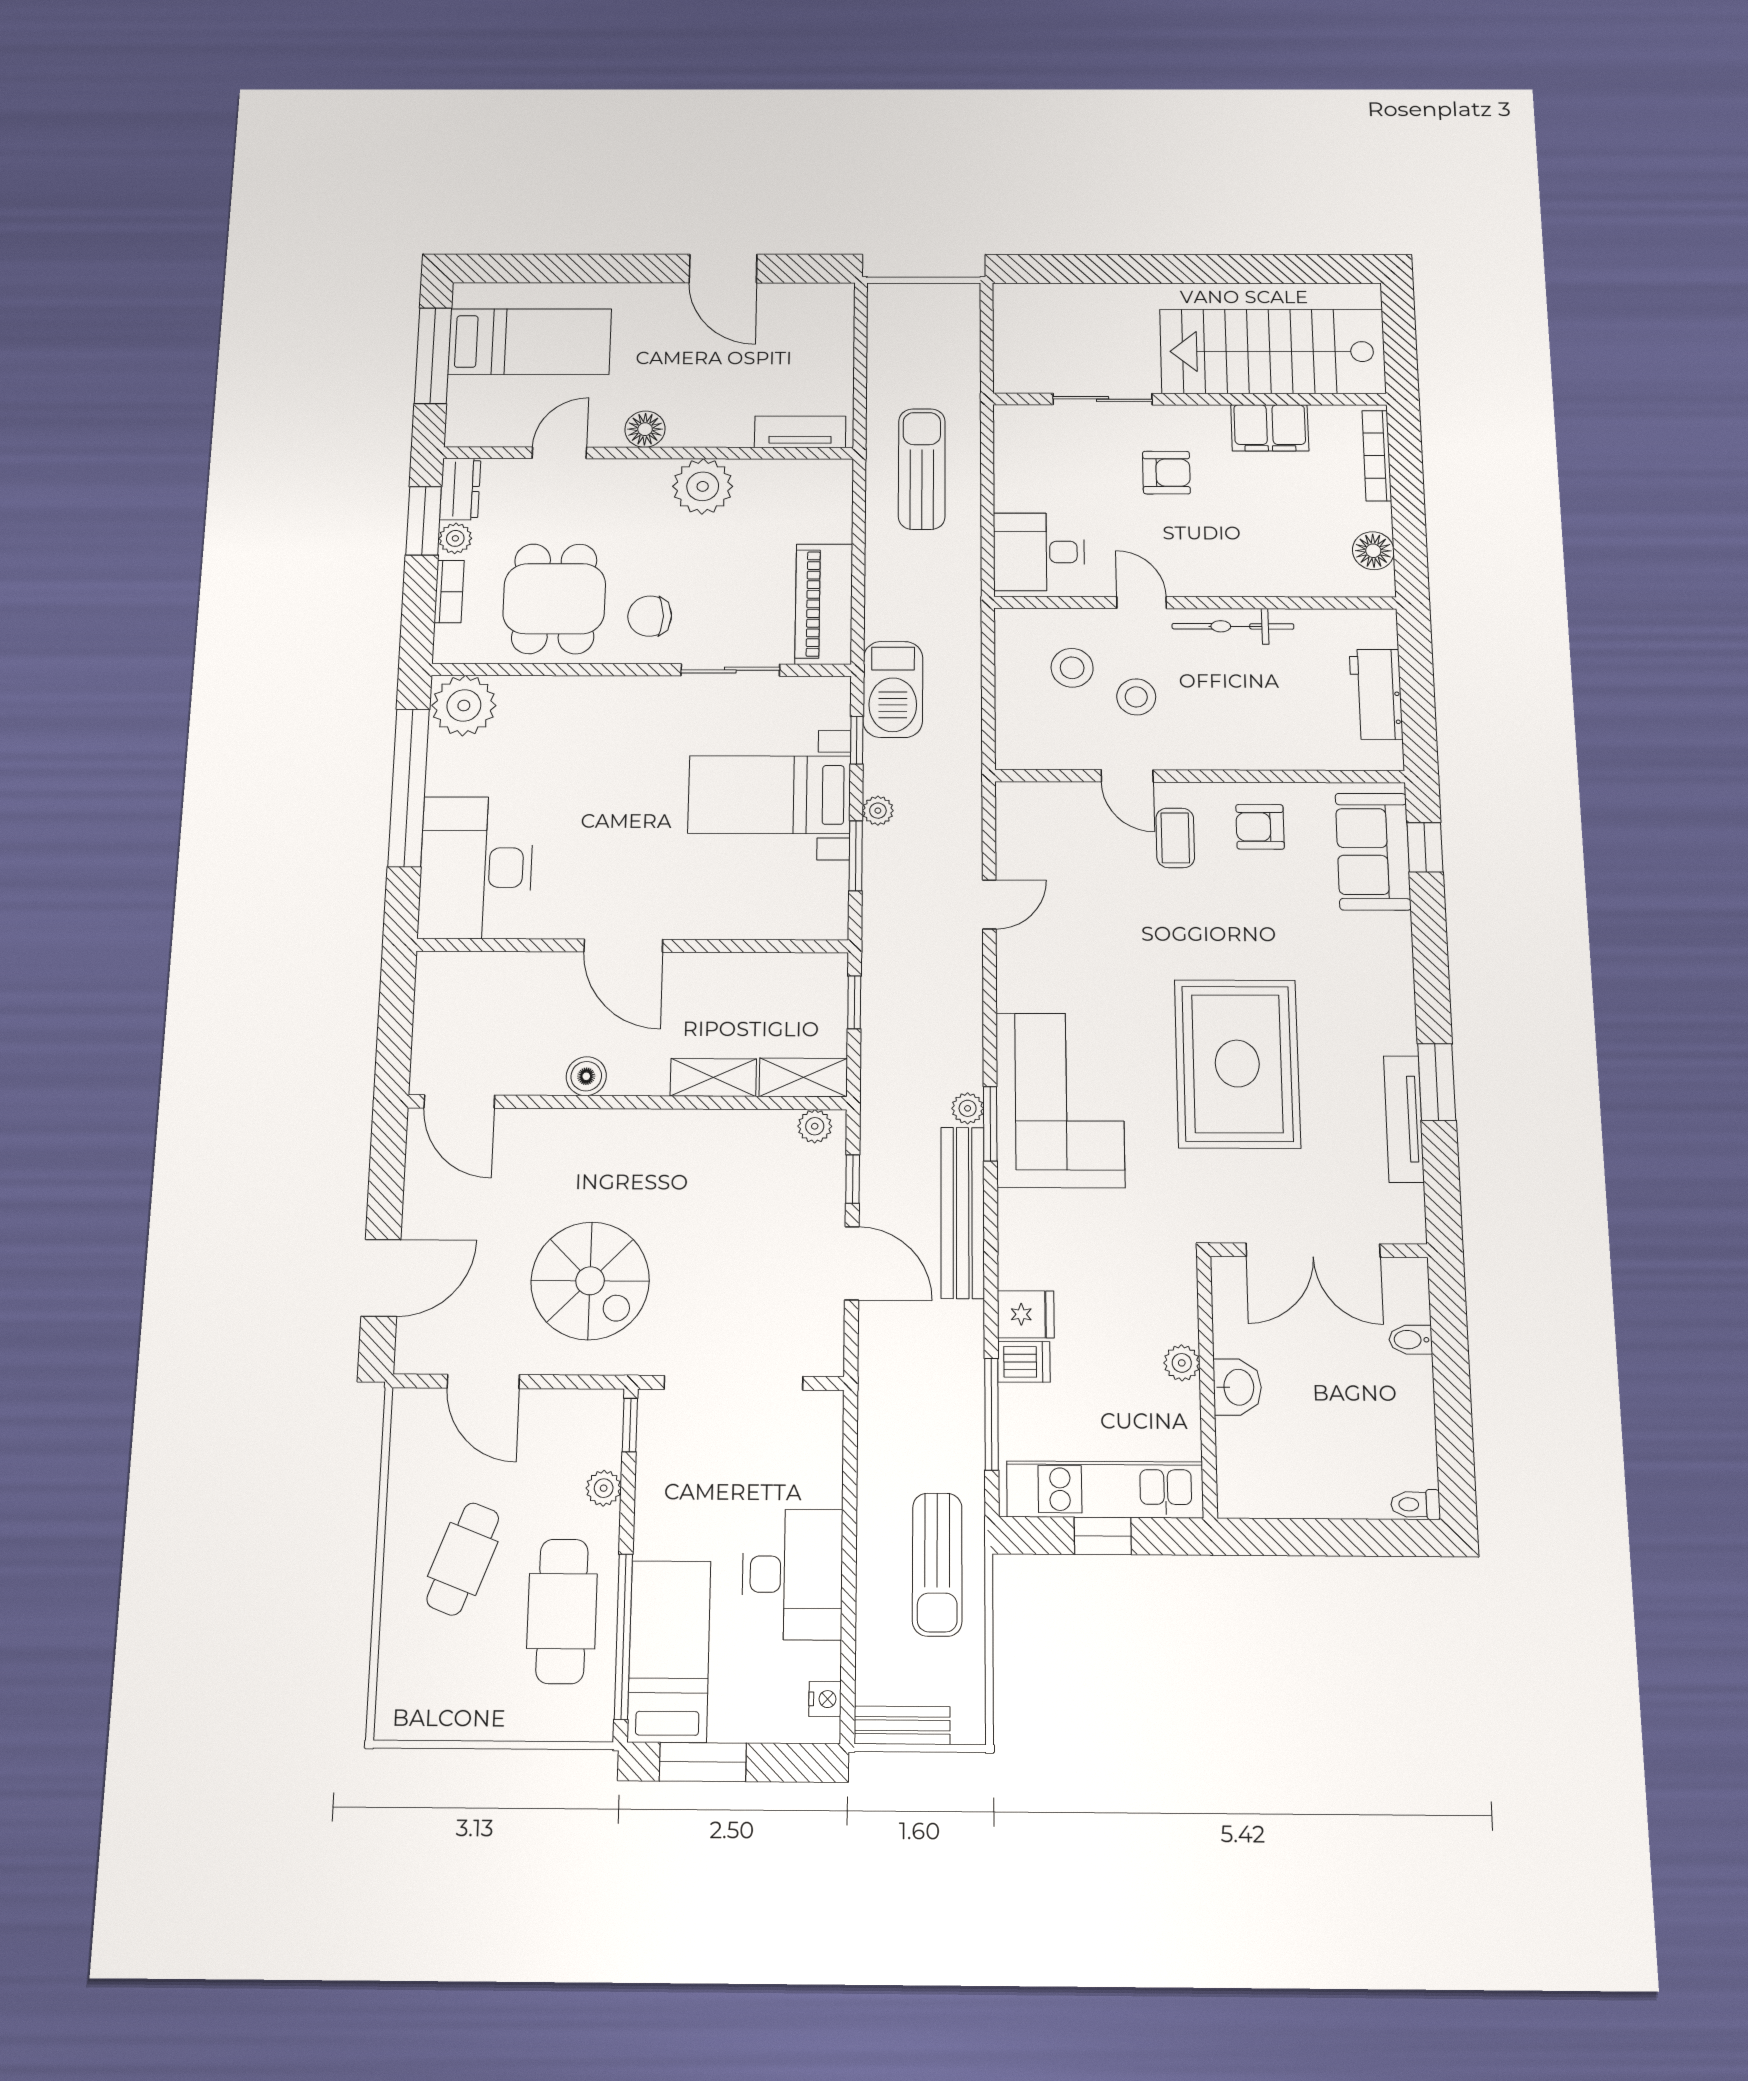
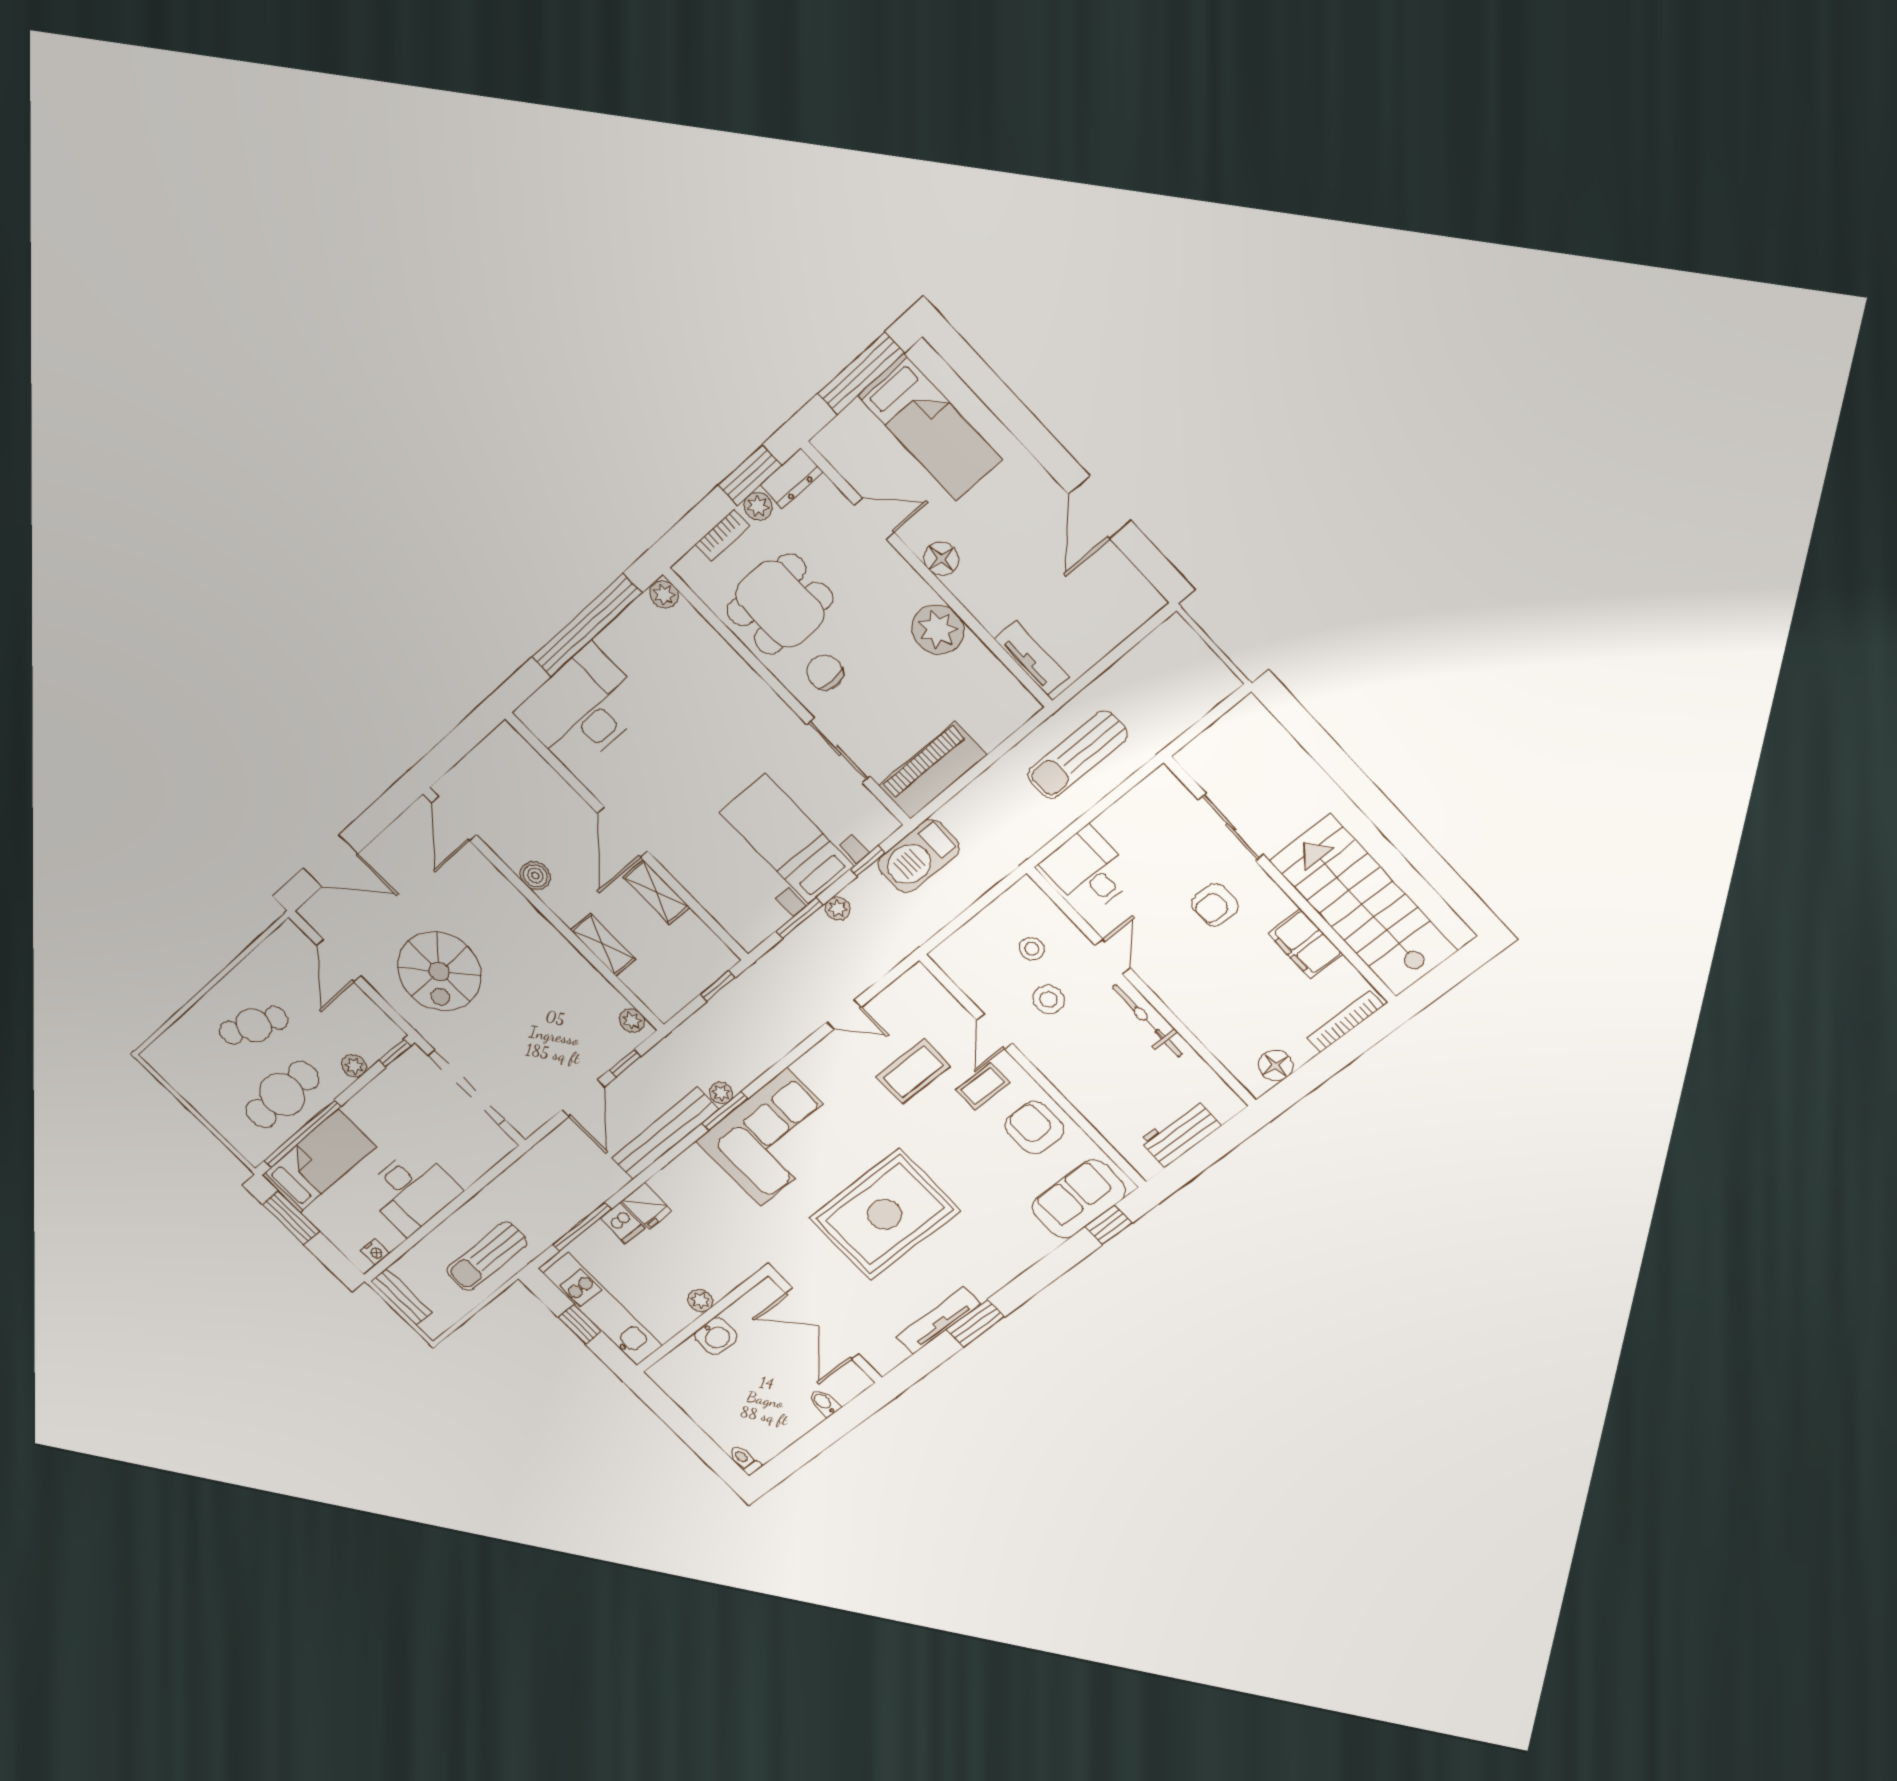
sun lounger: (922, 469) -> (1078, 755), turned 180
armchair: (1166, 473) -> (1215, 905), turned 89
stool: (1072, 668) -> (1032, 949), width x0.73, depth x0.73
plant: (464, 705) -> (664, 595), width x0.53, depth x0.53
armchair: (1260, 827) -> (1034, 1128), width x1.38, depth x1.38
coffee table: (1105, 892) -> (913, 1072), added
shelving: (803, 1077) -> (656, 892), moved

